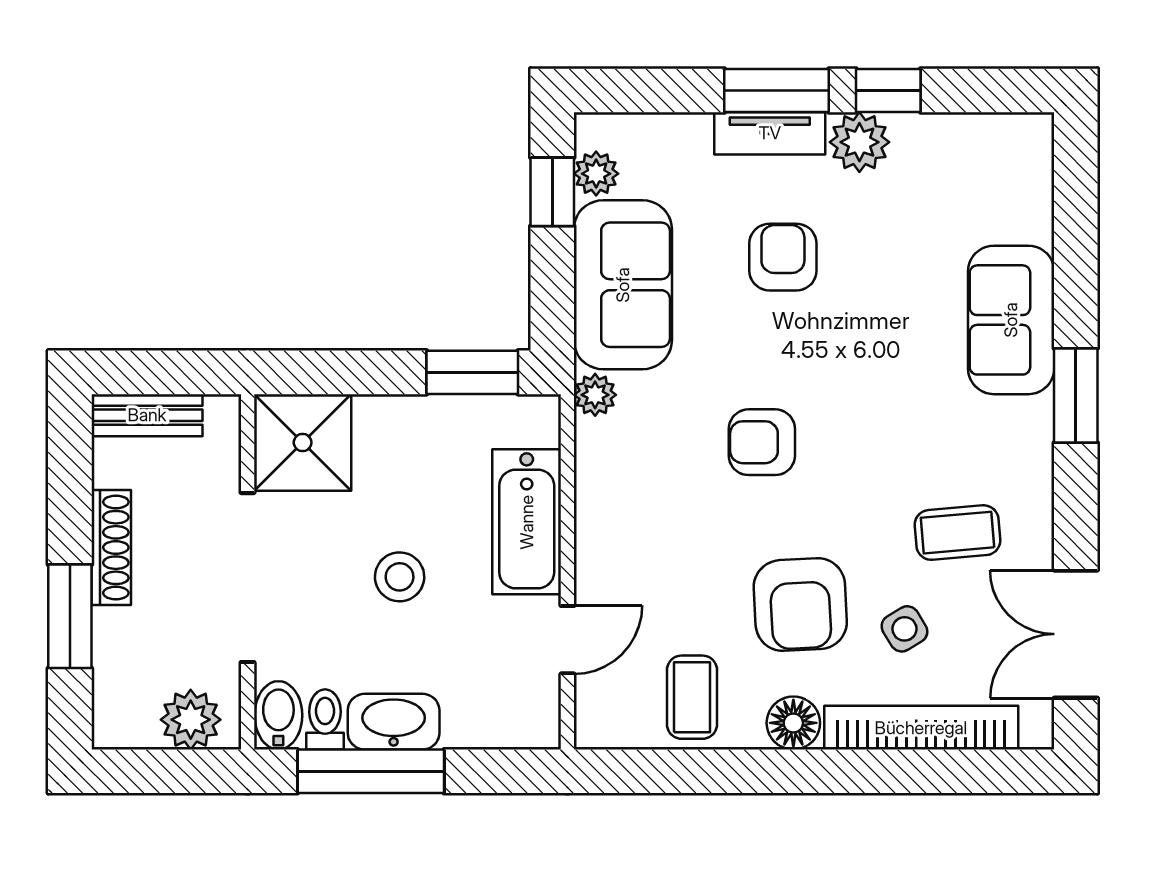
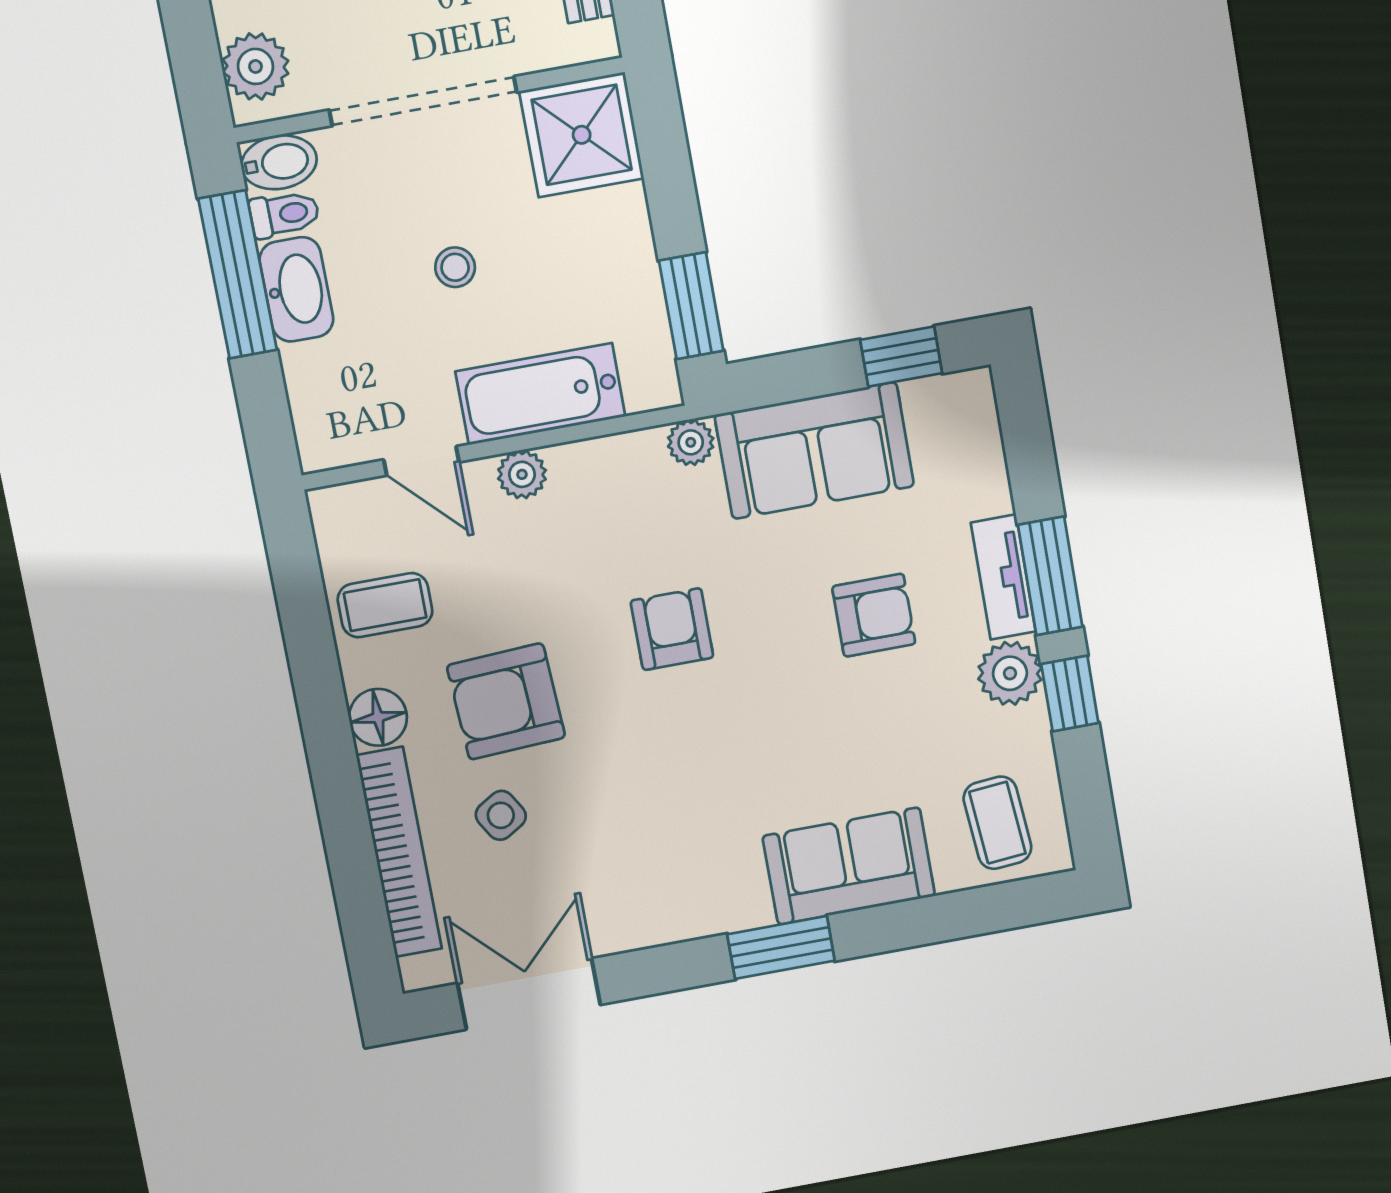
plant: (596, 174) -> (522, 474), moved
coffee table: (957, 533) -> (997, 823), moved
stool: (400, 577) -> (455, 267), width x0.73, depth x0.73

